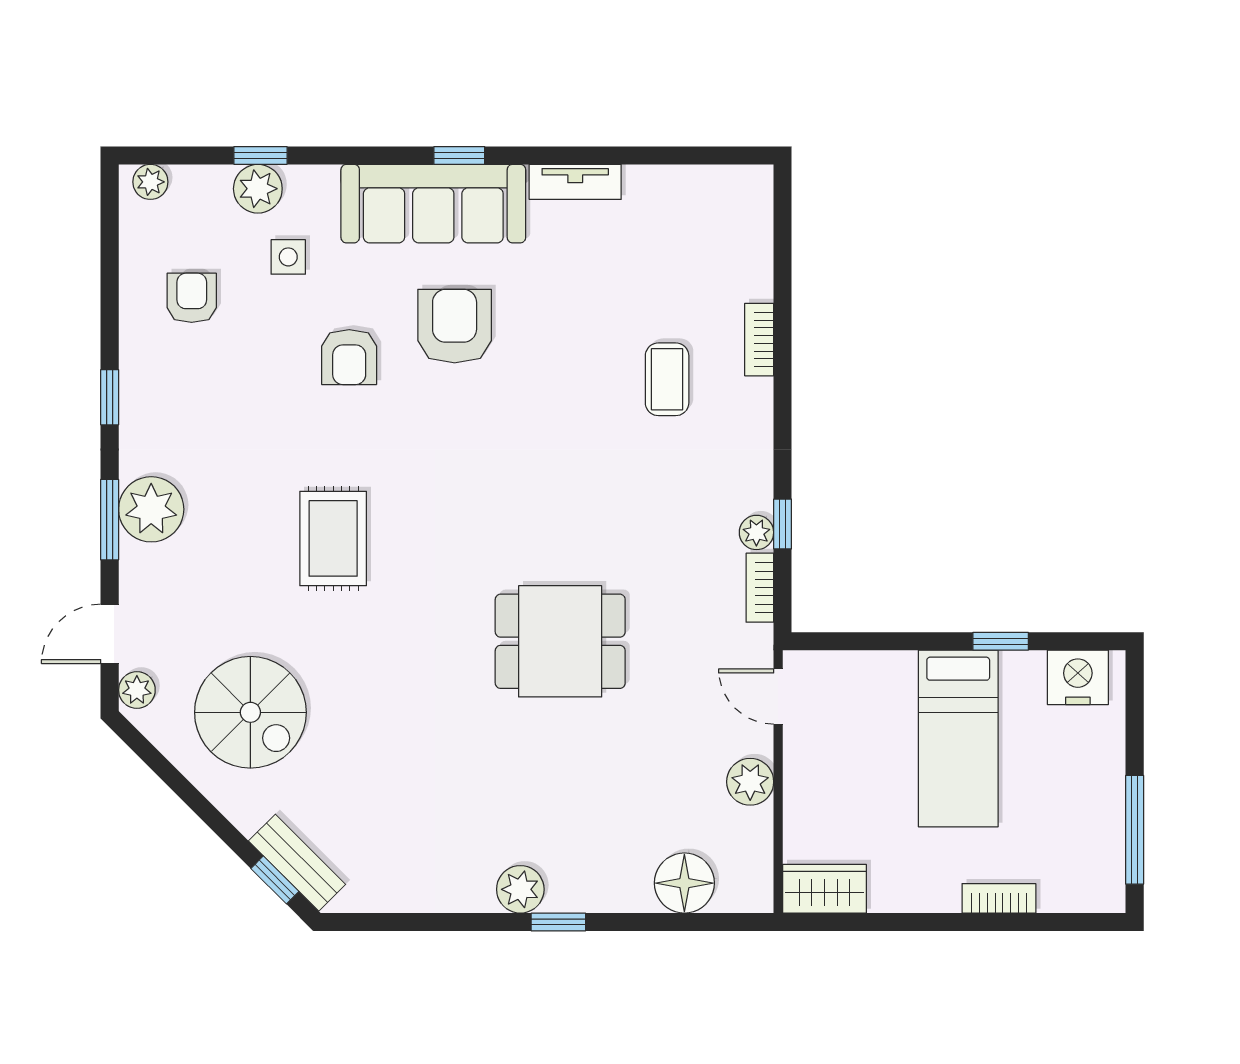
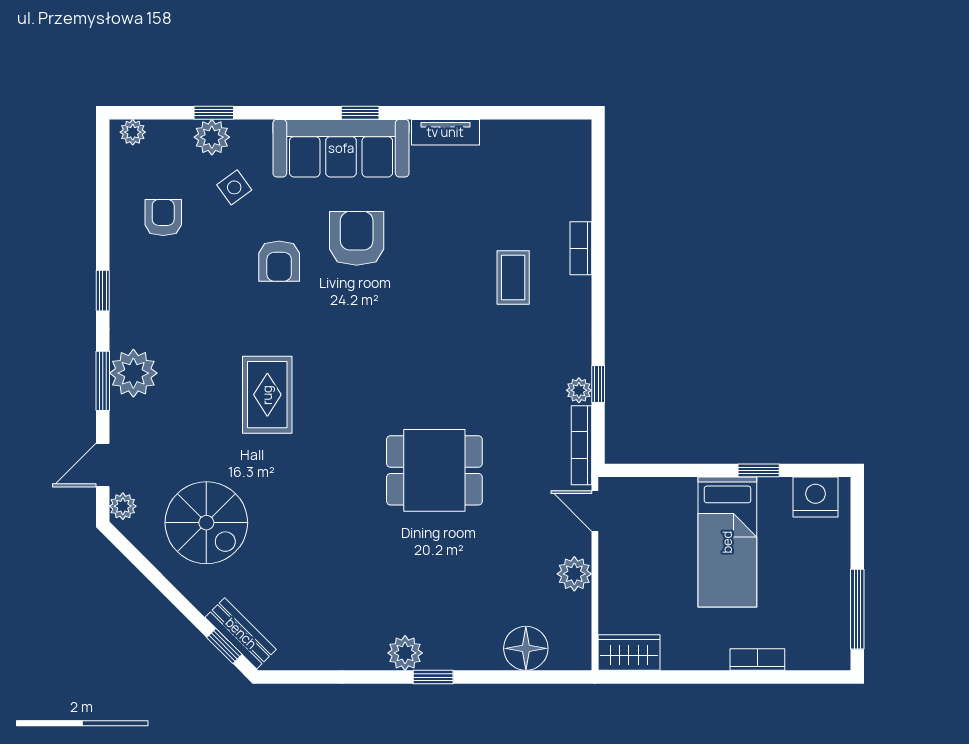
side table: (288, 257) -> (234, 187), turned -36
bookcase: (760, 588) -> (581, 445), width x1.56

